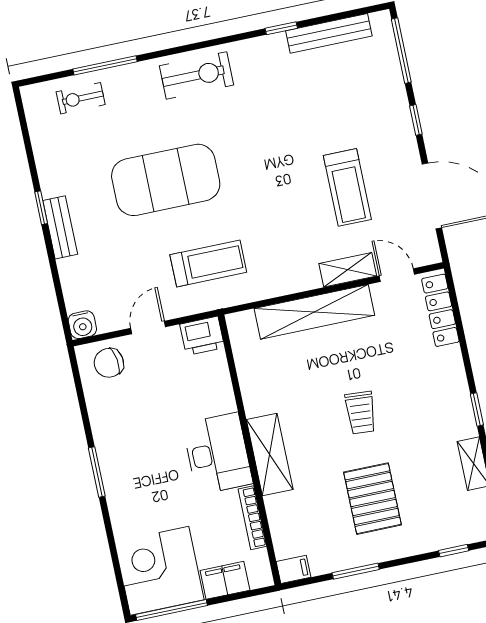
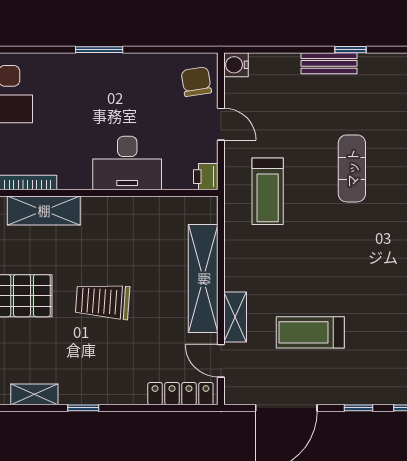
exercise mat: (166, 180) -> (352, 168), width x0.50, depth x0.69
door: (397, 275) -> (221, 361), swing flipped
printer: (202, 336) -> (206, 177), width x0.73, depth x0.81
trolley: (361, 413) -> (103, 301), width x1.36, depth x1.39
desk: (217, 454) -> (127, 163), moved
shelving: (270, 454) -> (44, 210), moved

